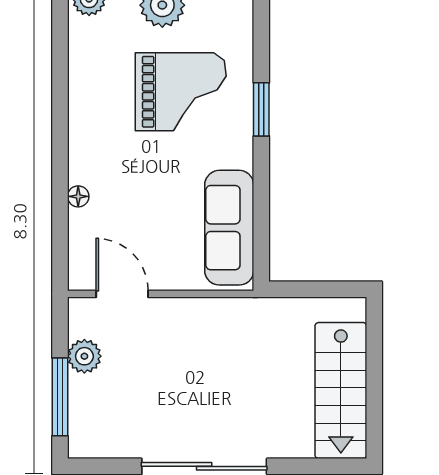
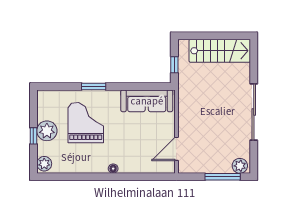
floor lamp: (78, 196) -> (113, 169), moved
window: (310, 289) -> (174, 65), added
plant: (84, 356) -> (240, 166), moved

